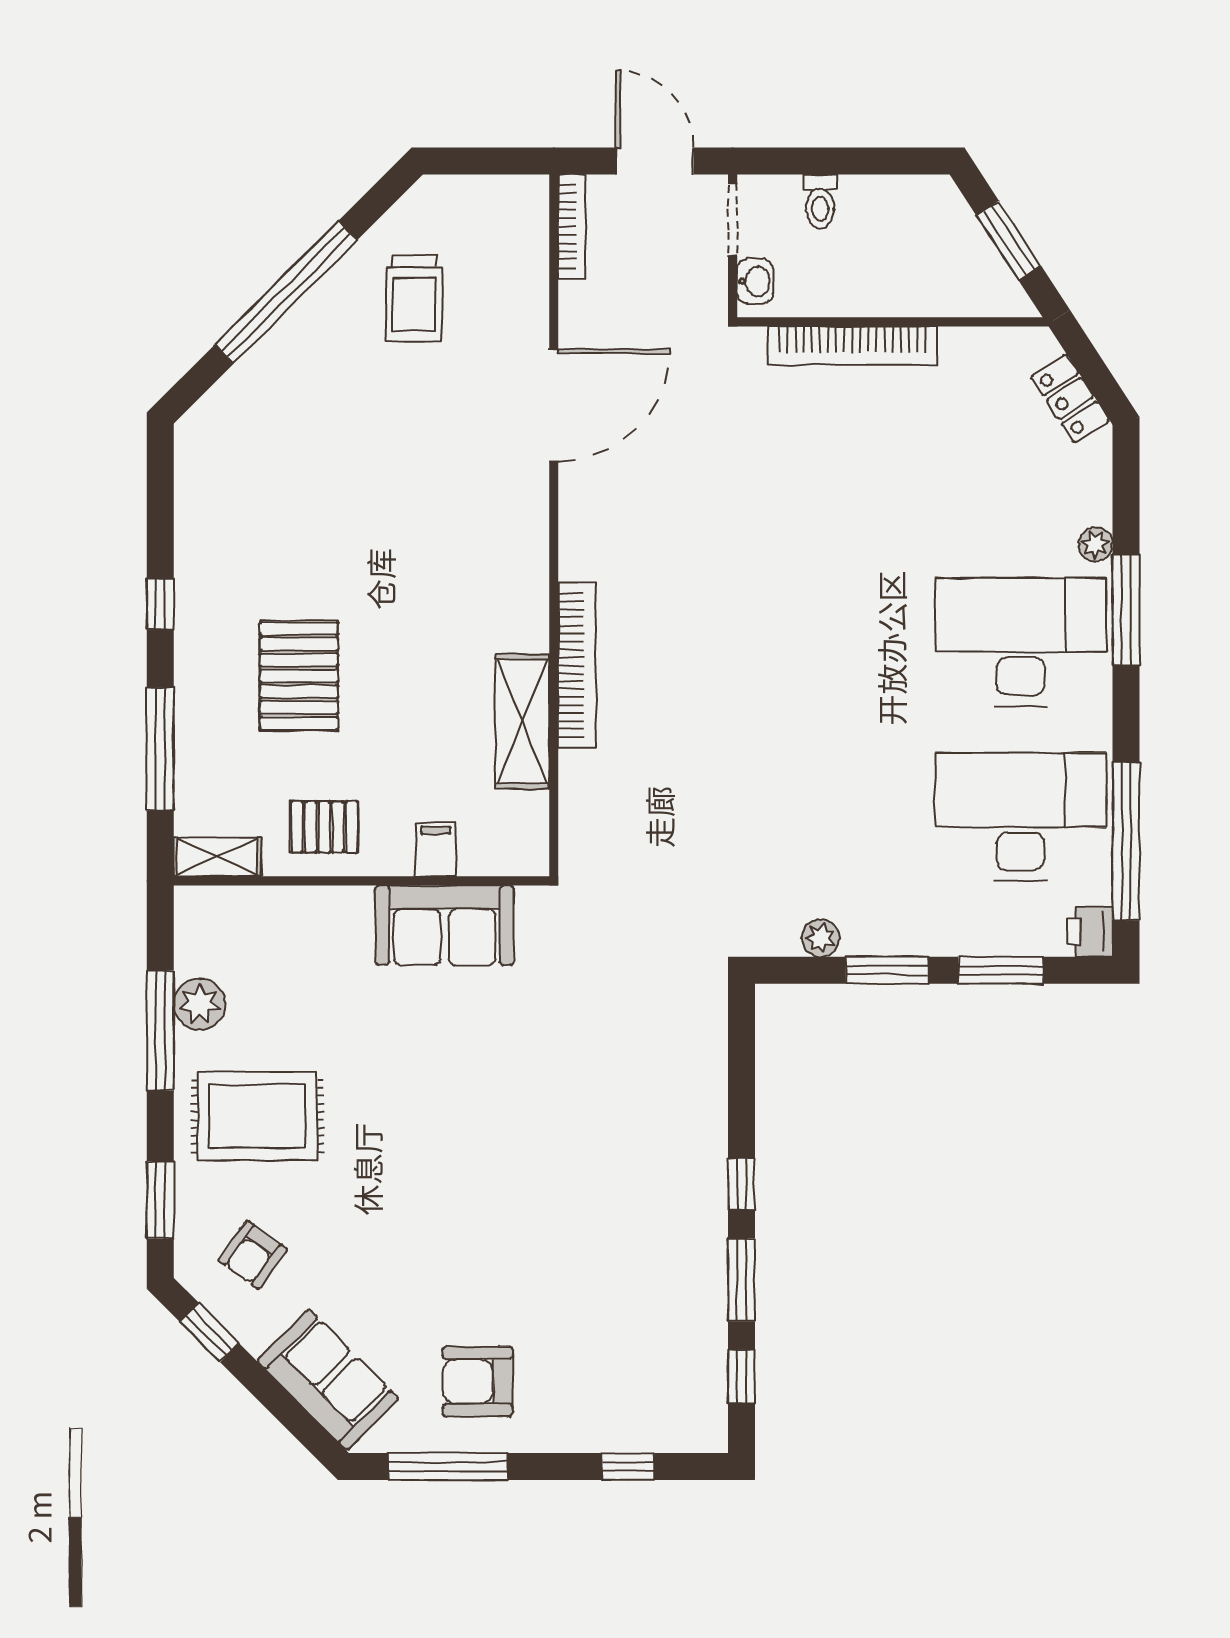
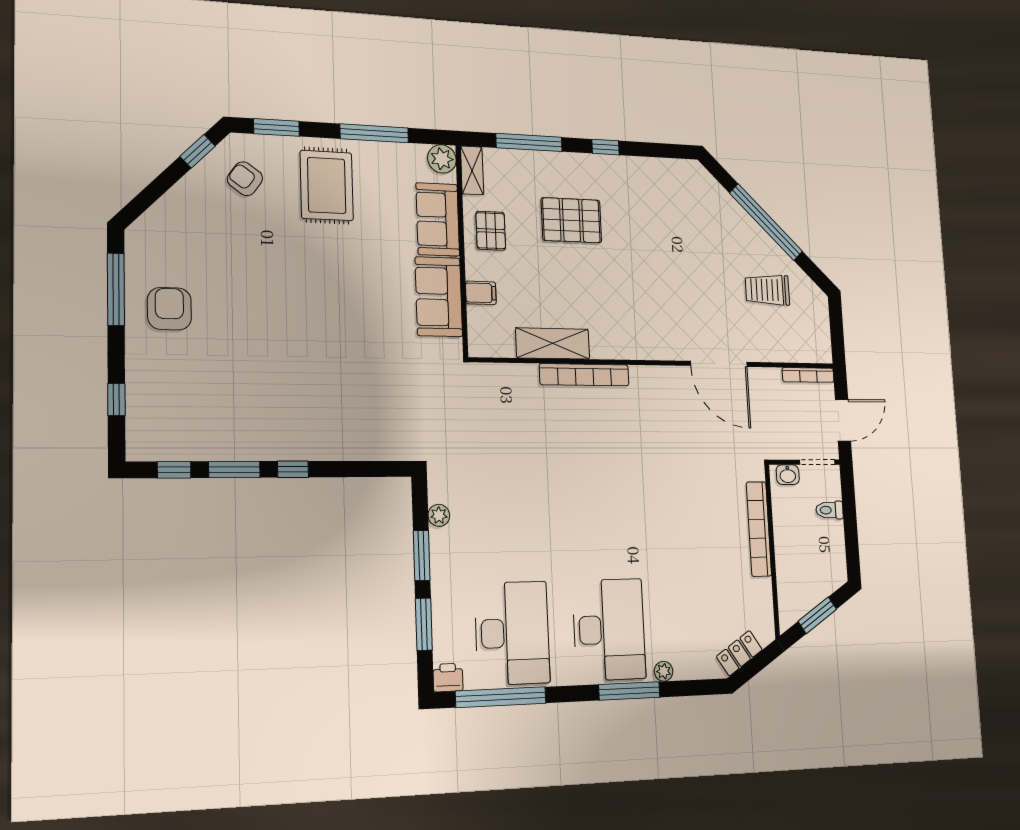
plant: (199, 1004) -> (442, 159), moved
sofa: (328, 1380) -> (438, 219), moved, turned 135

